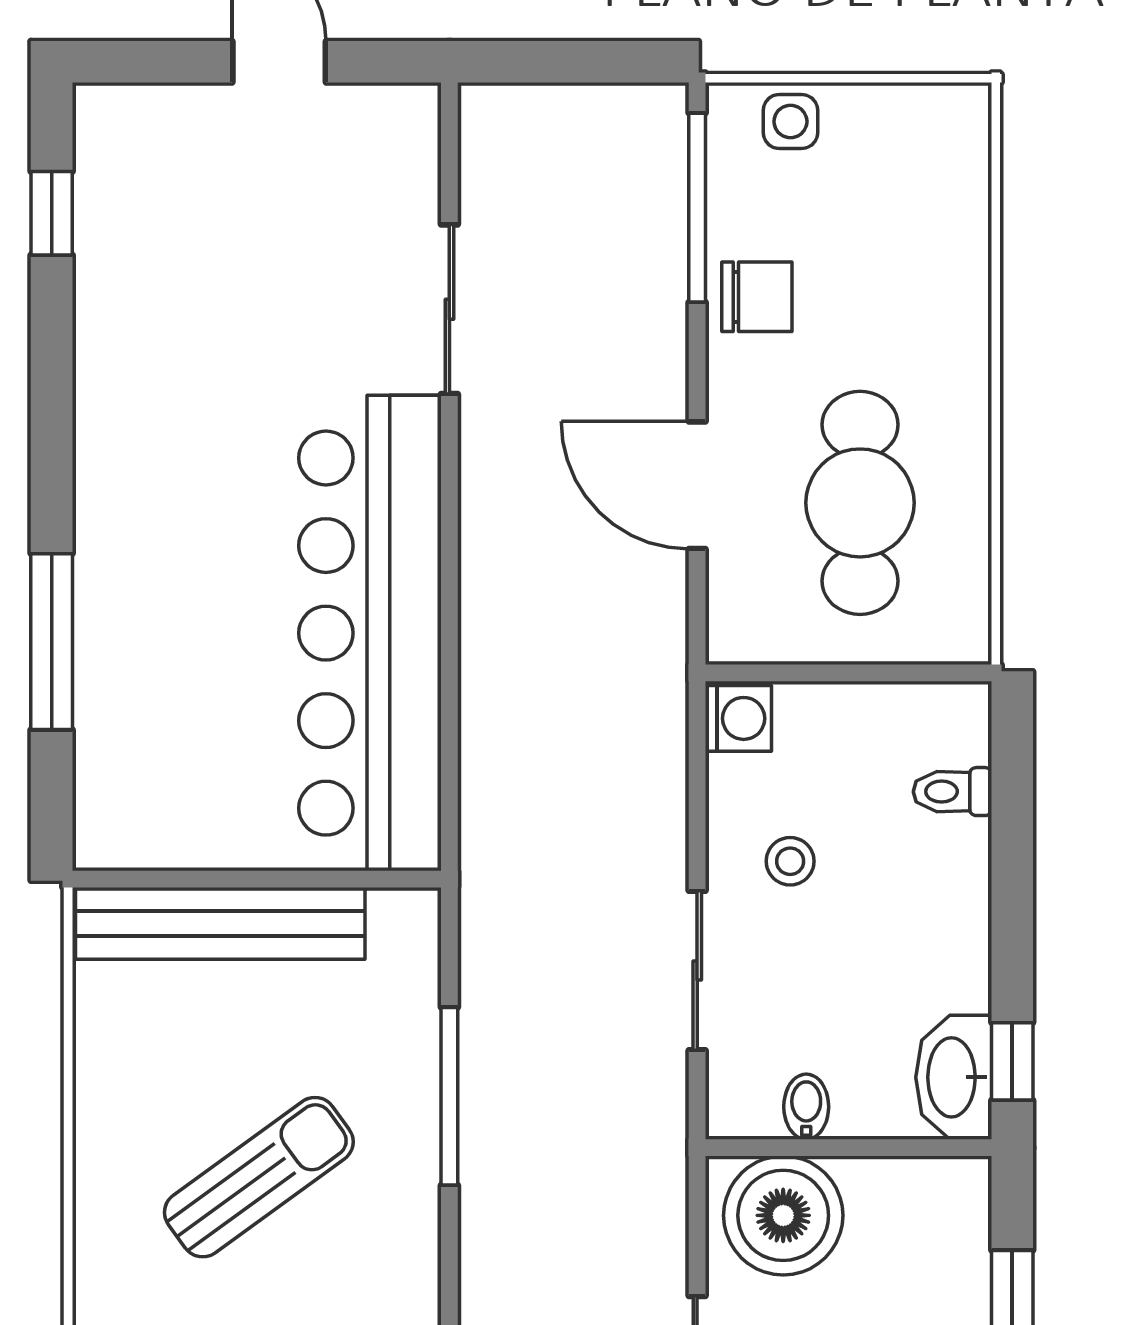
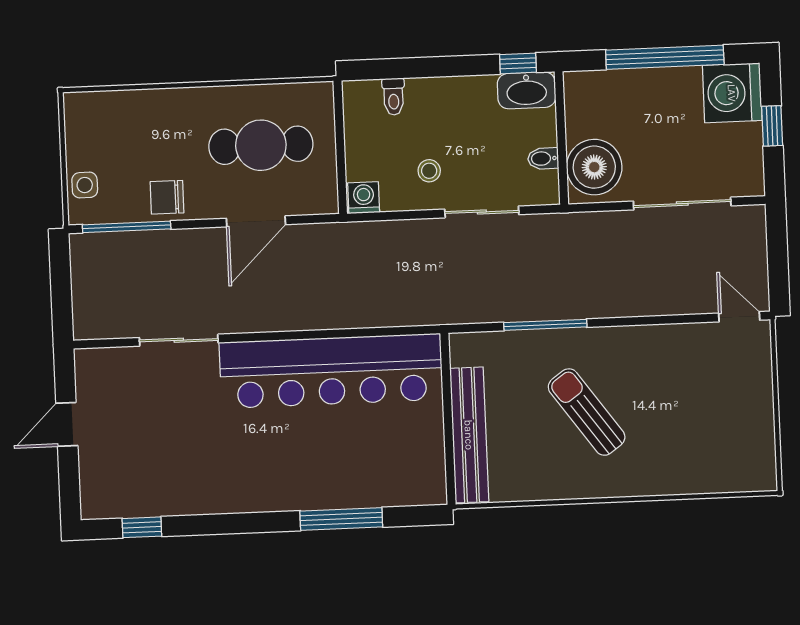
chair: (757, 297) -> (167, 197), turned -90

